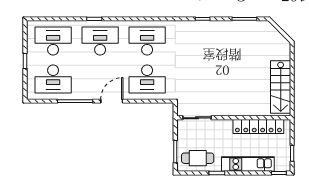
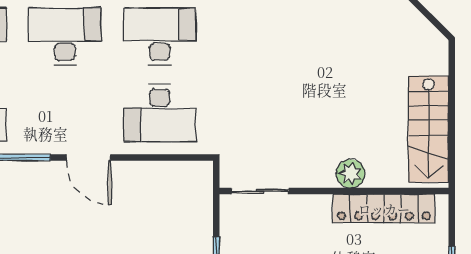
door: (112, 101) -> (89, 157), swing flipped
plant: (242, 109) -> (351, 174), added

